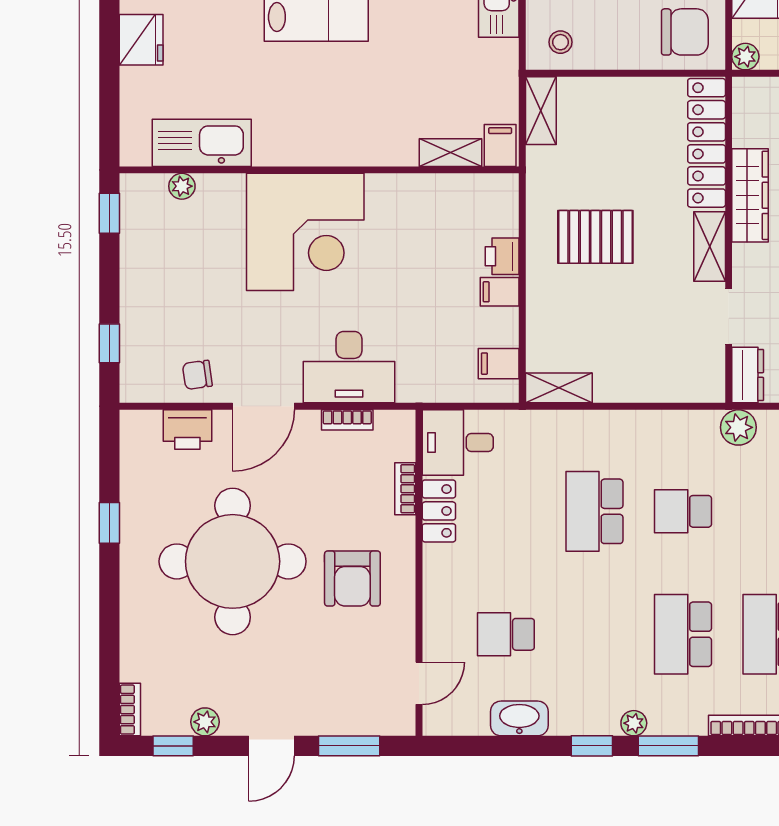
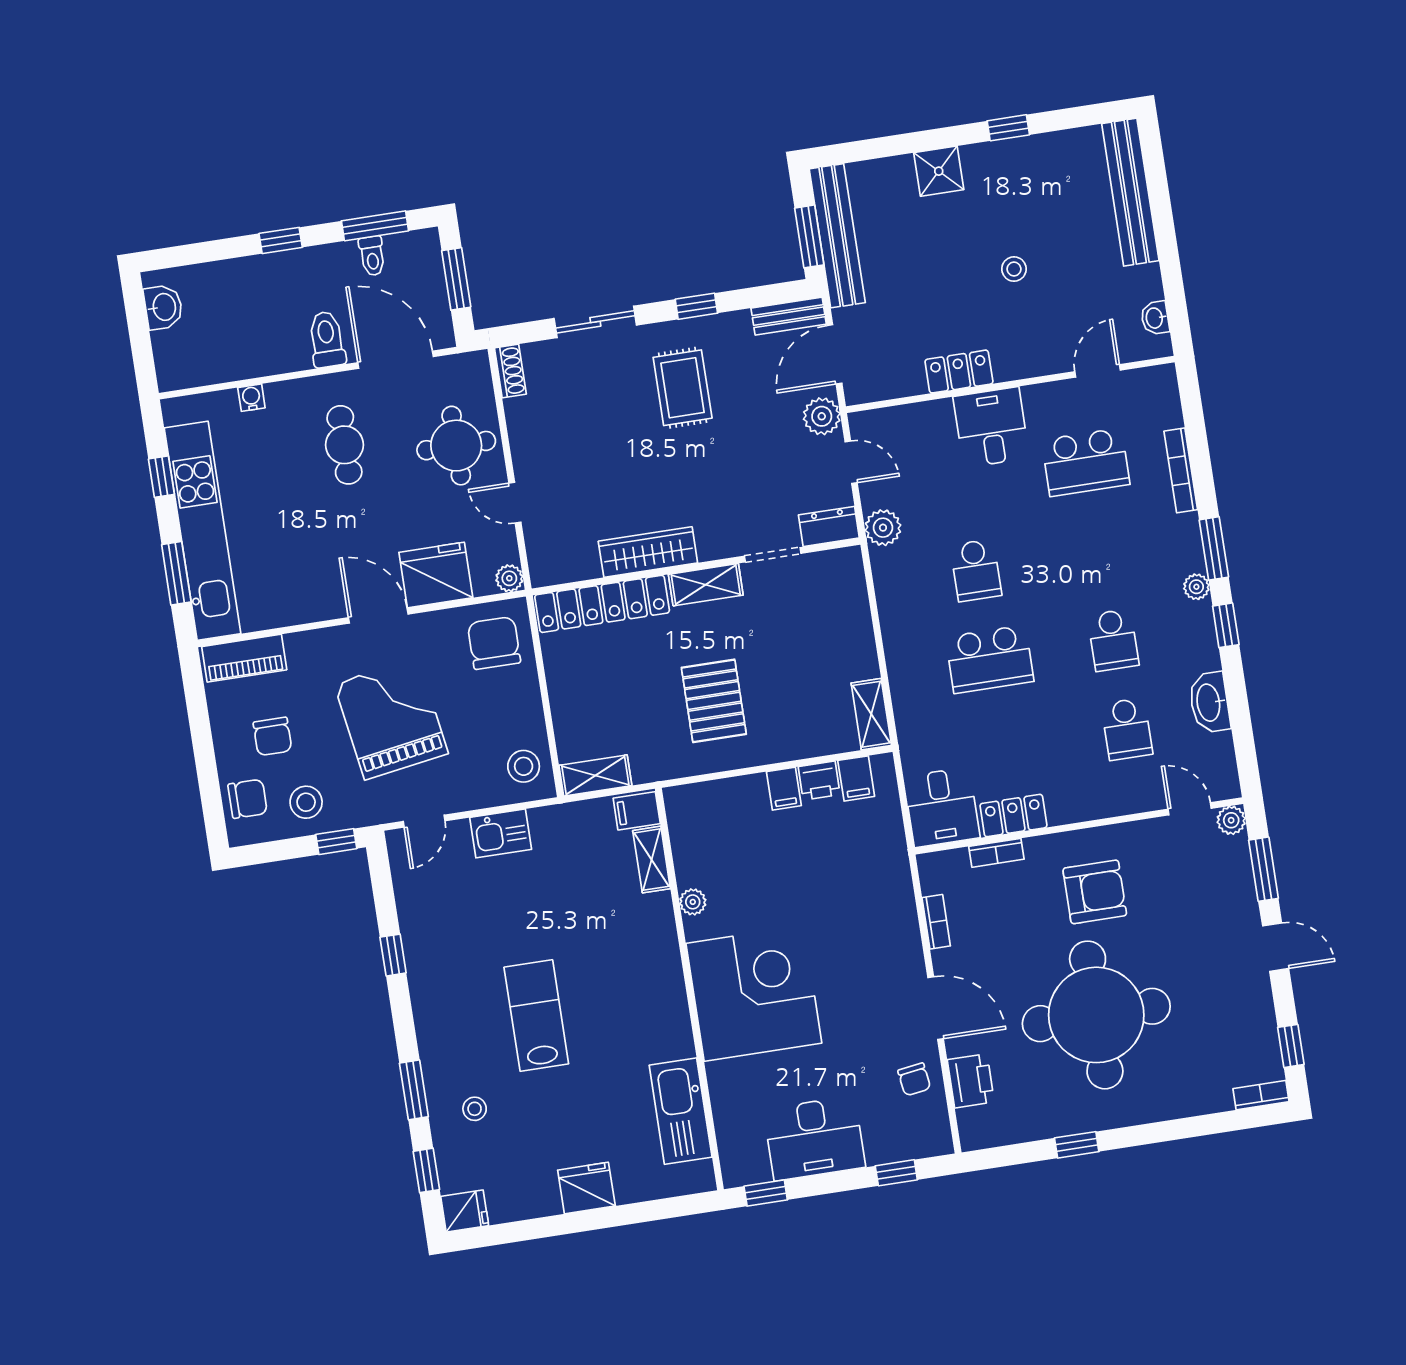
stool: (560, 42) -> (524, 766), width x1.37, depth x1.37
plant: (182, 186) -> (693, 902), moved
printer: (502, 256) -> (819, 781), moved
desk: (349, 367) -> (814, 1138), moved, turned 90
school desk: (683, 634) -> (1113, 640), moved, width x0.54
plant: (205, 722) -> (1231, 820), moved

